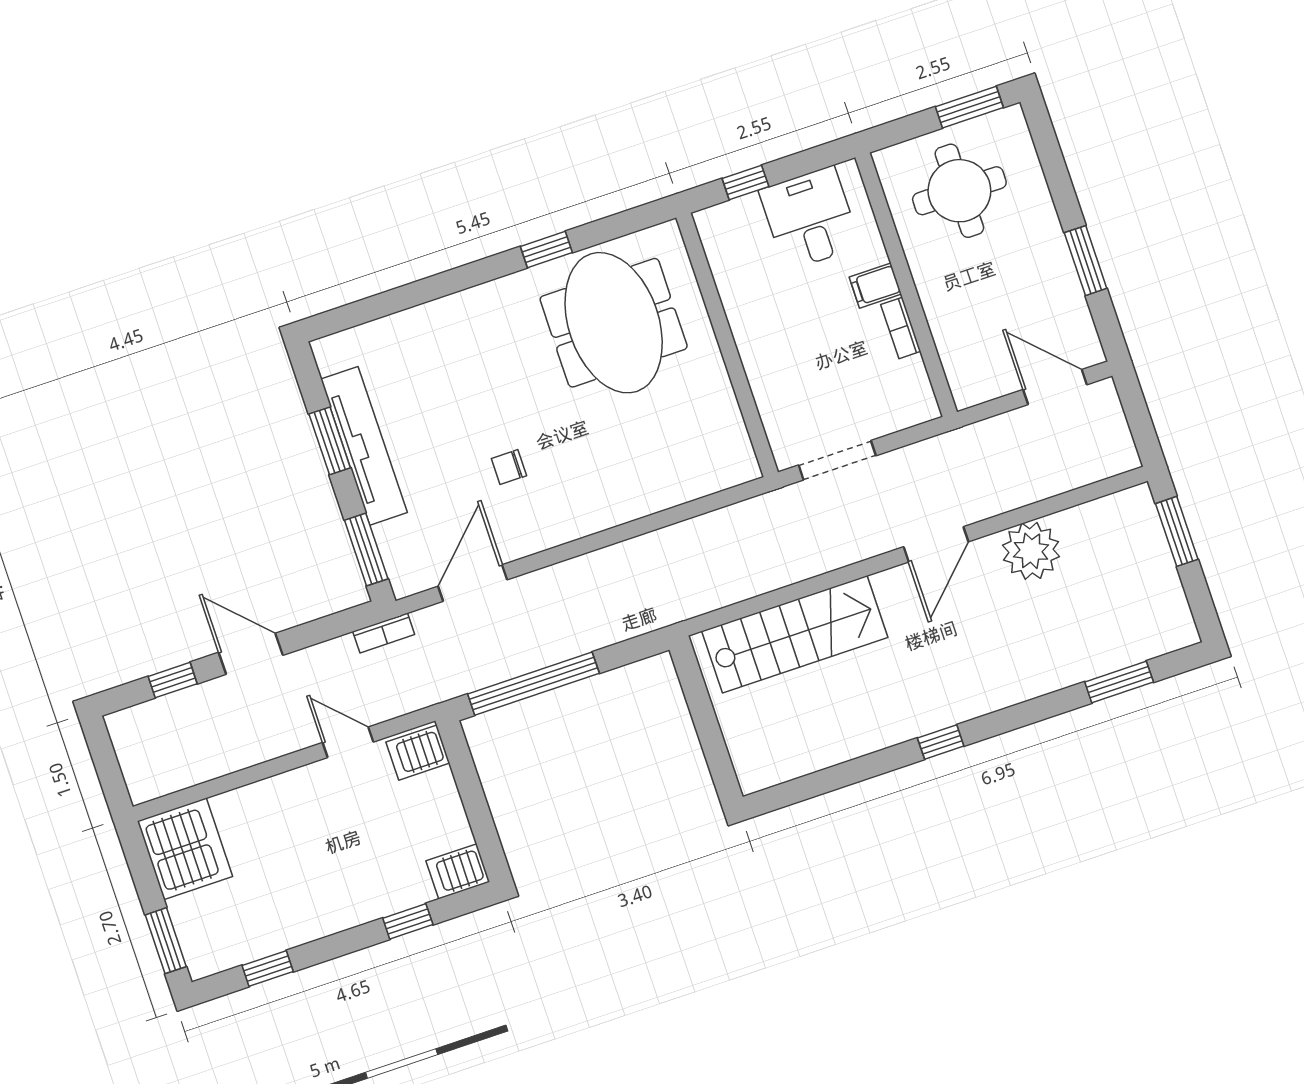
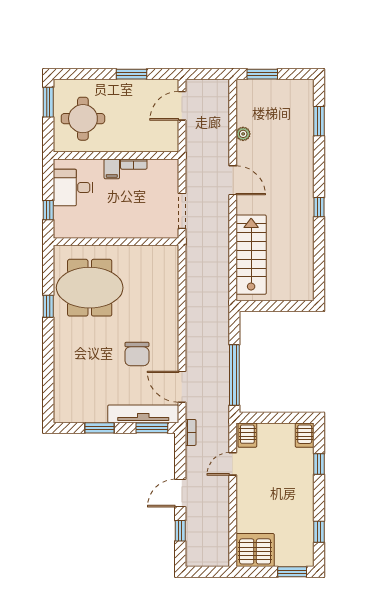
tv unit: (364, 446) -> (143, 414), moved
chair: (509, 467) -> (137, 354), width x1.87, depth x1.87
plant: (1031, 551) -> (243, 134), width x0.53, depth x0.53

